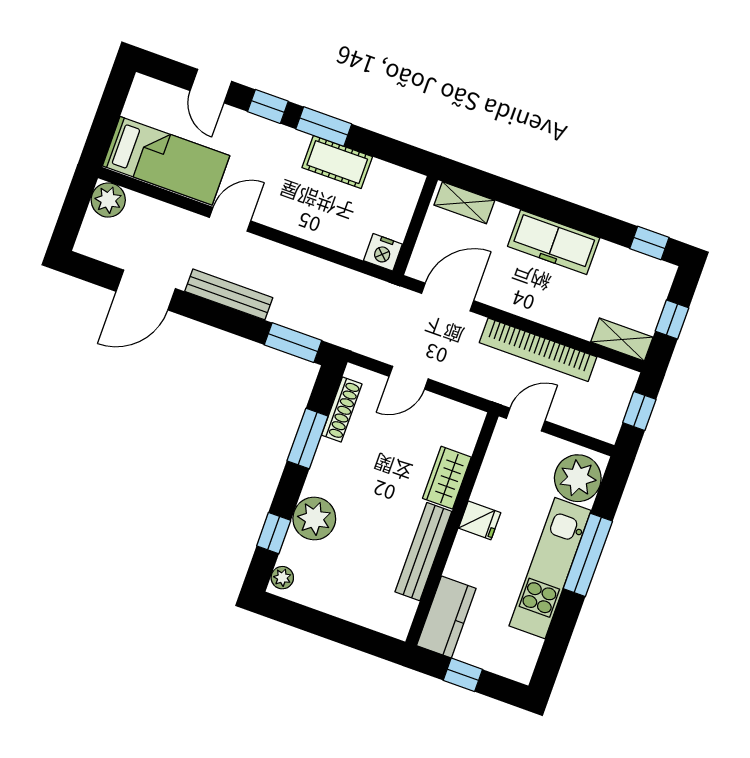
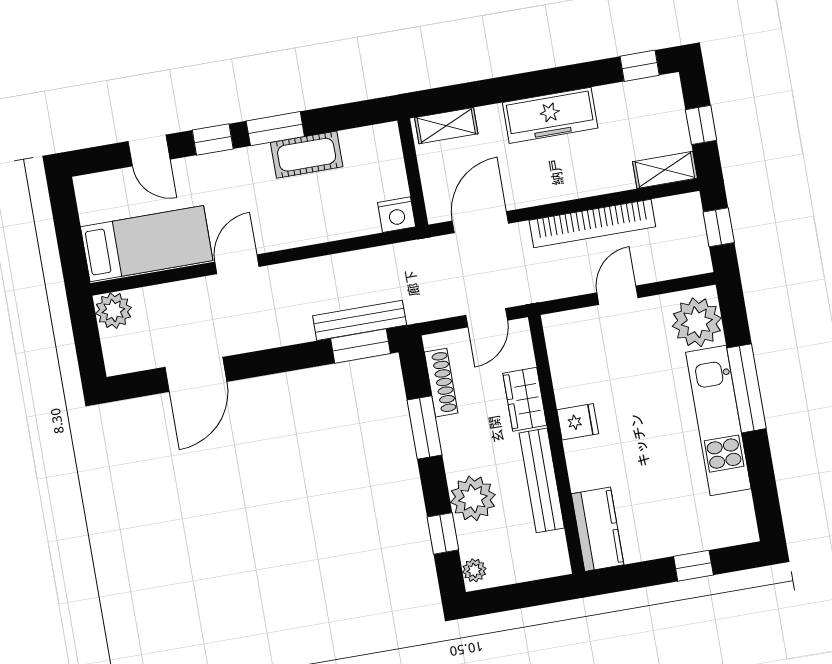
bench: (229, 294) -> (360, 320), moved
wardrobe: (447, 478) -> (525, 399), moved
fridge: (480, 520) -> (578, 422), moved
wall: (452, 529) -> (556, 444), moved
bench: (423, 552) -> (542, 480), moved
kitchen counter: (446, 617) -> (598, 529), moved

